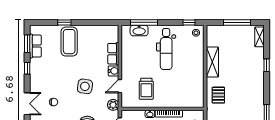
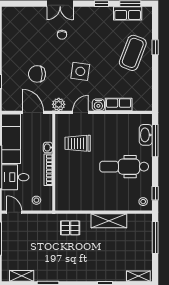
window: (237, 22) -> (155, 238), moved
coffee table: (69, 42) -> (133, 53), turned -69
door: (120, 86) -> (81, 112), hinge flipped

